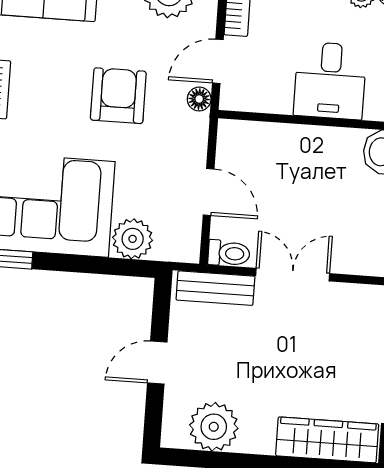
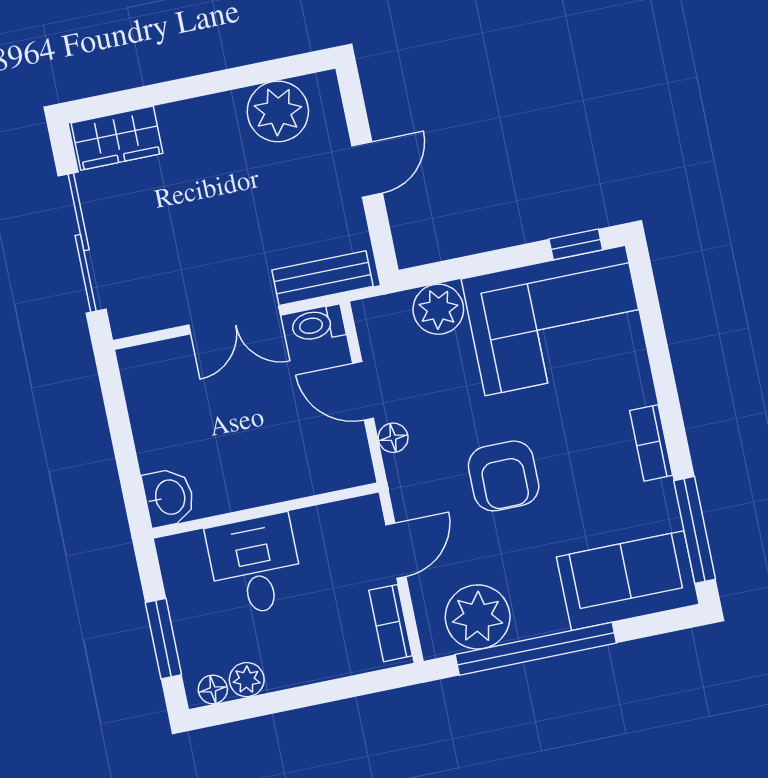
floor lamp: (199, 99) -> (393, 438), moved
wardrobe: (327, 440) -> (117, 138), width x0.67

